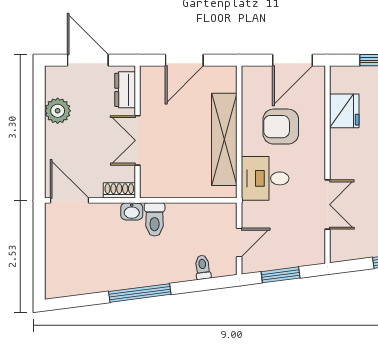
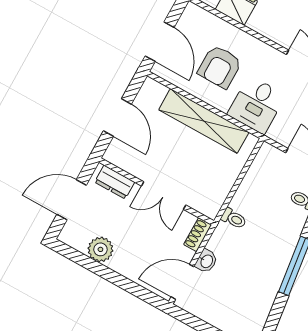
door: (292, 60) -> (160, 42), moved
washbasin: (132, 211) -> (206, 261), moved
toilet: (155, 219) -> (234, 219), width x0.73, depth x0.72

